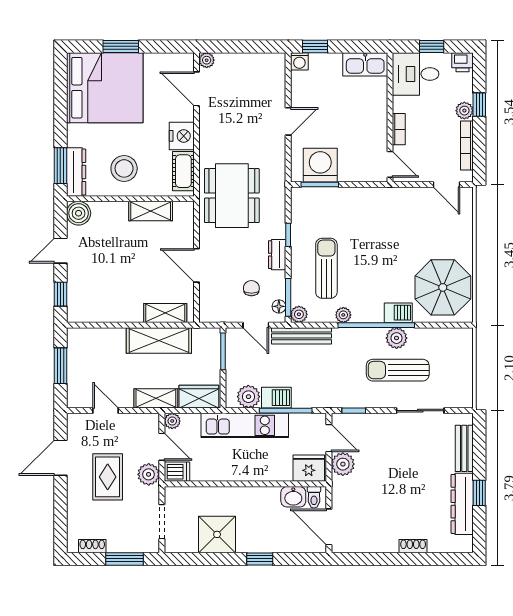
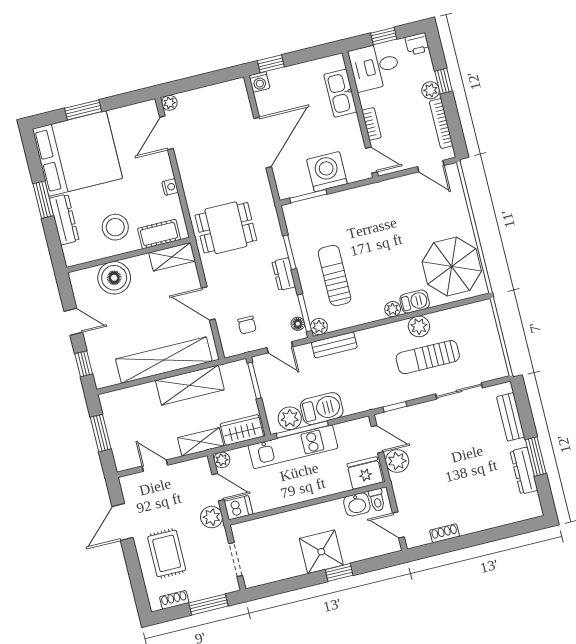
kitchen sink: (365, 64) -> (340, 93), moved, turned 90
door: (197, 89) -> (166, 133), hinge flipped
door: (288, 121) -> (263, 143), width x1.87
nightstand: (182, 136) -> (170, 187), width x0.53, depth x0.56
washing machine: (320, 165) -> (327, 172), moved
window: (60, 166) -> (43, 200), moved
cot: (183, 171) -> (159, 234), moved, turned 90
dresser: (76, 172) -> (64, 219), moved
dining table: (232, 196) -> (226, 228), width x0.73
shelving: (151, 211) -> (172, 257), moved
boiler: (79, 213) -> (114, 278), moved, width x1.37, depth x1.37
window: (288, 235) -> (290, 252), width x1.50
door: (60, 251) -> (73, 322), swing flipped
chair: (251, 288) -> (247, 325), moved, turned 180
shelving: (165, 313) -> (164, 360), width x2.20, depth x1.33
plant: (343, 315) -> (393, 309), moved
window: (376, 325) -> (396, 319), removed
bench: (301, 336) -> (334, 345), width x0.73
barbecue: (276, 398) -> (322, 409), width x1.38, depth x1.27
window: (286, 411) -> (302, 429), moved
rug: (108, 477) -> (167, 553), moved
window: (479, 493) -> (536, 457), width x1.50
dresser: (462, 504) -> (524, 471), width x0.73, depth x0.80
door: (329, 527) -> (398, 525), width x0.73
shower: (217, 534) -> (321, 552), moved
shoe rack: (413, 546) -> (445, 533), moved

